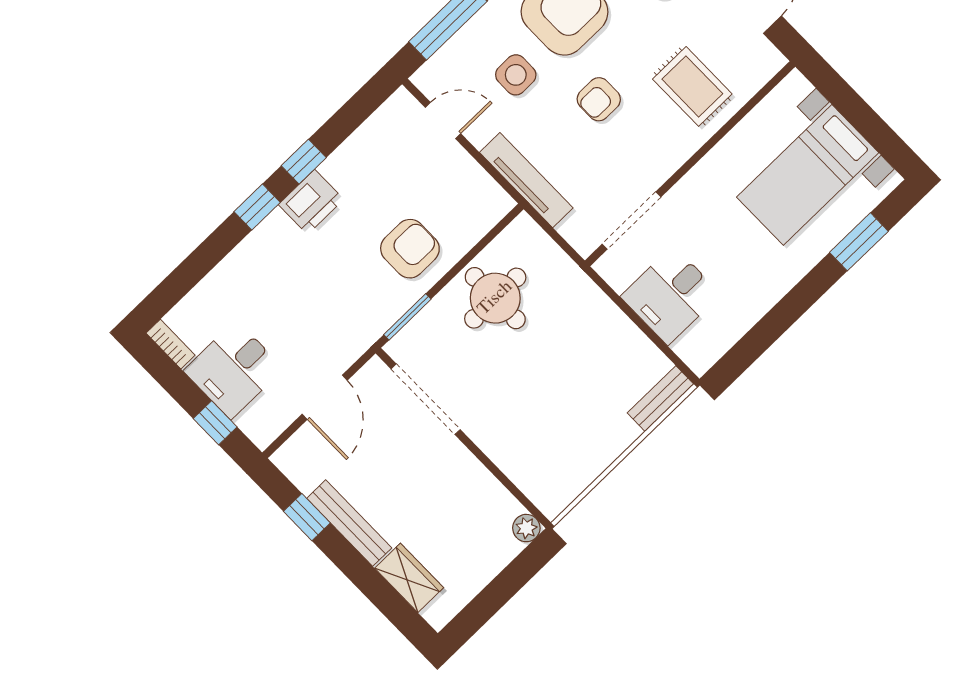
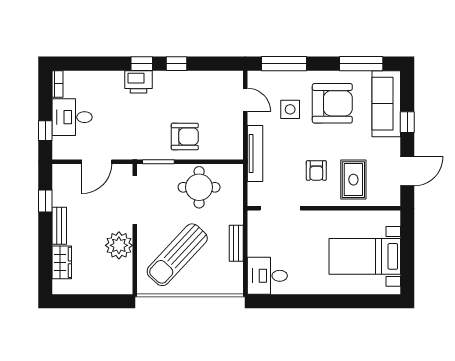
armchair: (599, 99) -> (316, 170), moved, turned -90
printer: (311, 202) -> (138, 82), moved
window: (859, 242) -> (359, 301), removed
desk: (671, 295) -> (267, 276), moved
bench: (661, 399) -> (236, 243), moved, turned 90
sun lounger: (554, 417) -> (177, 255), added
bench: (349, 523) -> (59, 226), width x0.73
plant: (526, 528) -> (119, 245), moved, width x1.87, depth x1.87

